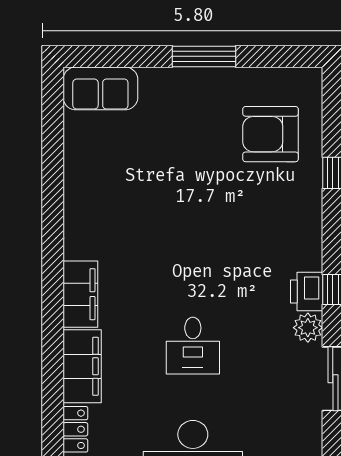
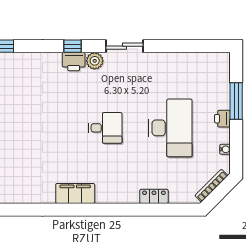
filing cabinet: (82, 366) -> (117, 192), removed

